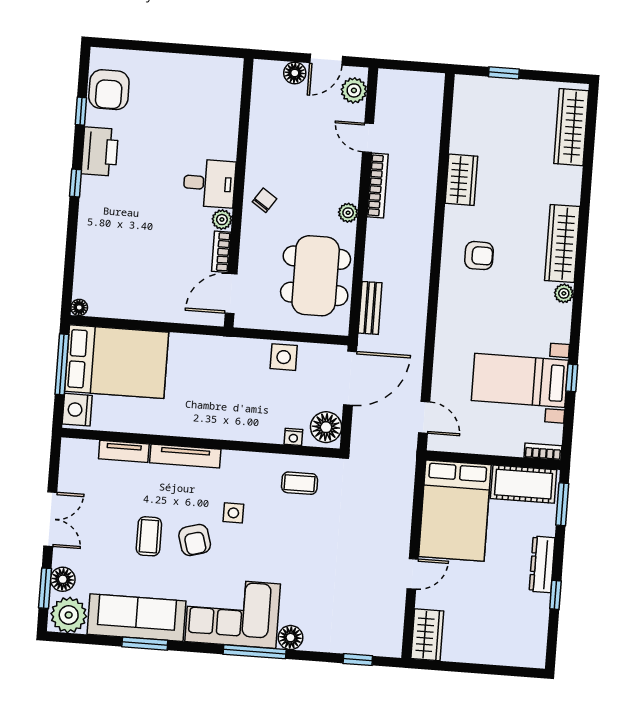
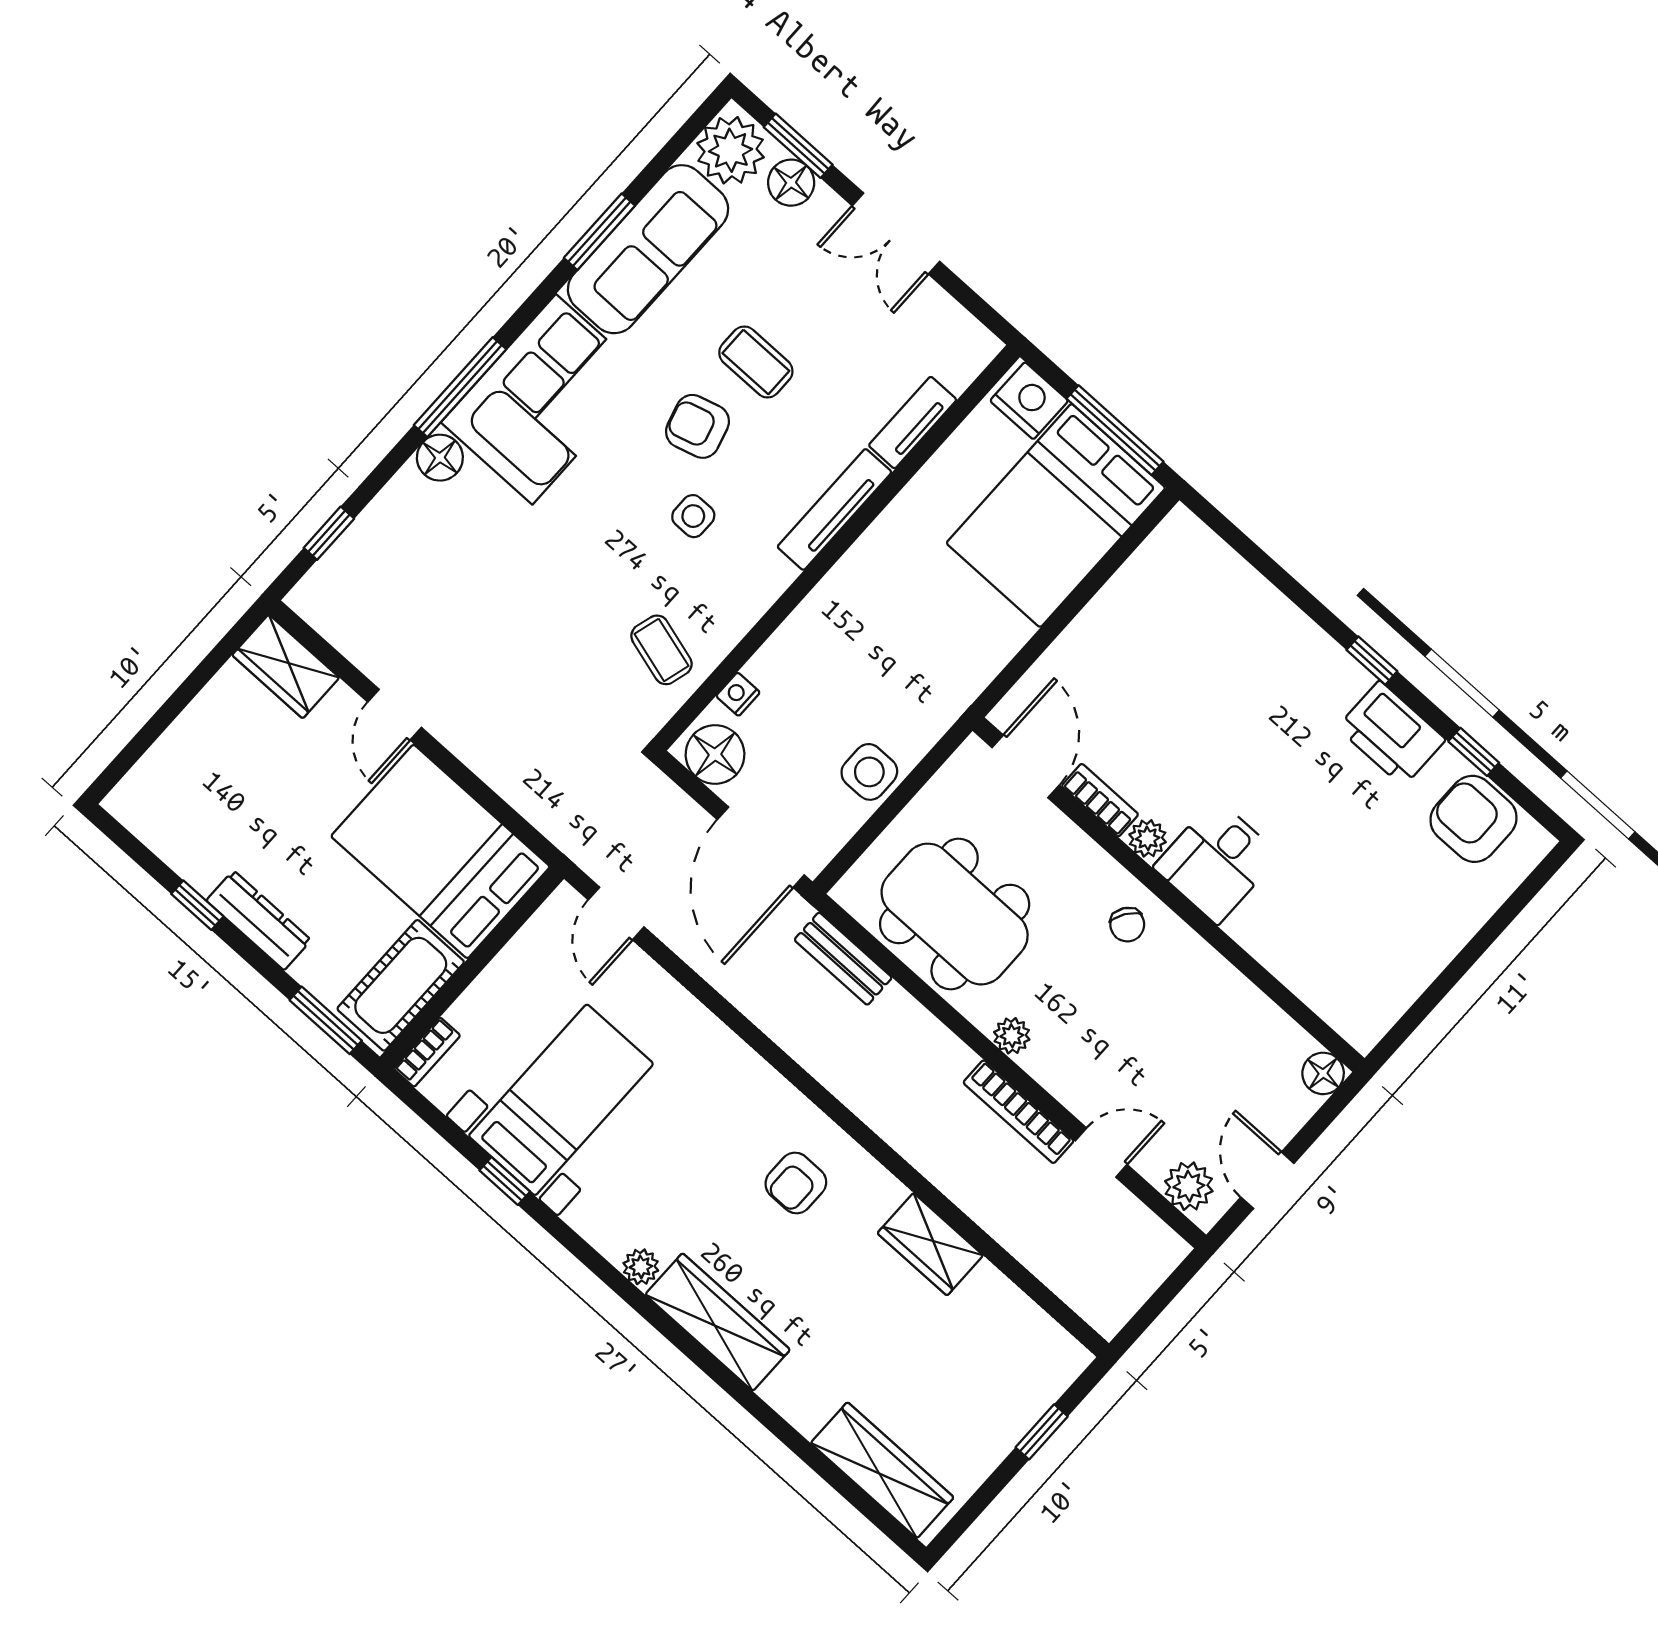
floor lamp: (295, 73) -> (1323, 1073), moved
floor lamp: (79, 307) -> (1181, 522), removed
door: (424, 417) -> (616, 913), hinge flipped
coffee table: (300, 483) -> (661, 650), turned -74

